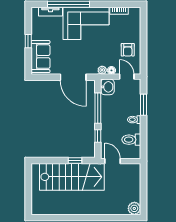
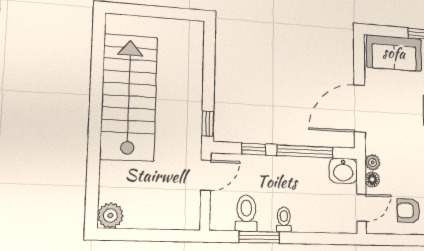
window: (144, 105) -> (259, 237), moved
window: (75, 161) -> (208, 124), moved
stairs: (72, 177) -> (129, 97), moved, turned 180

